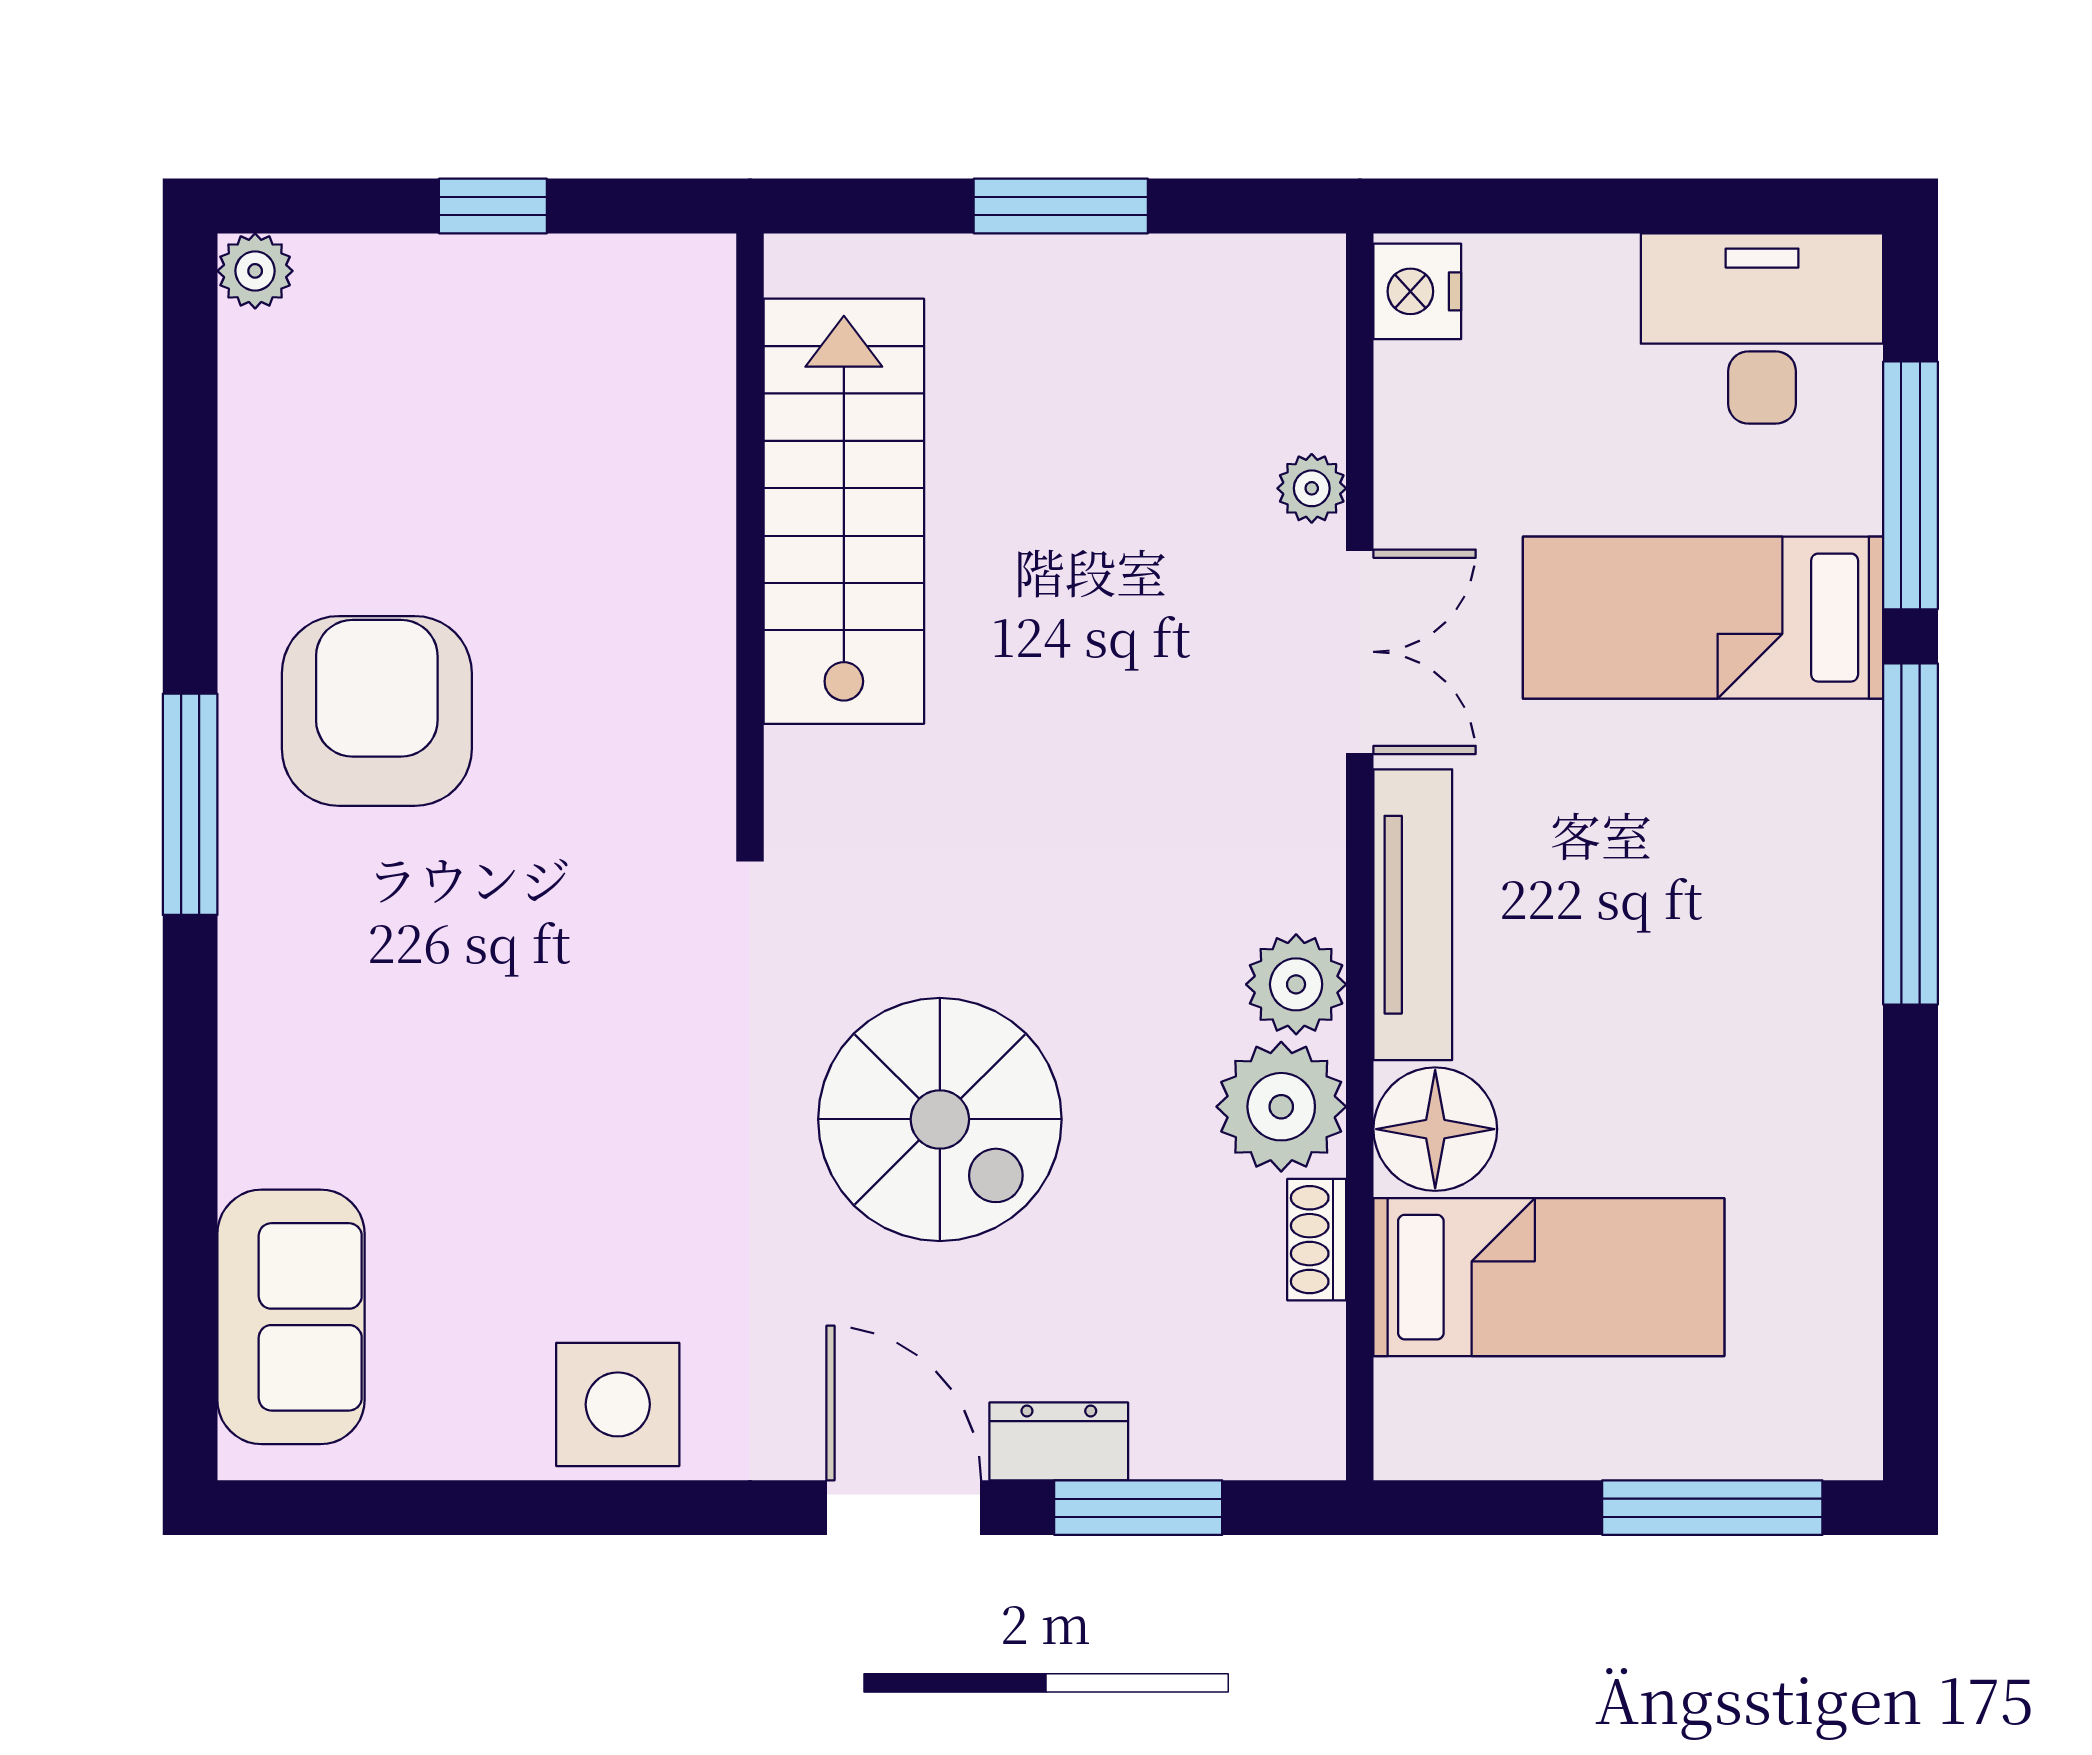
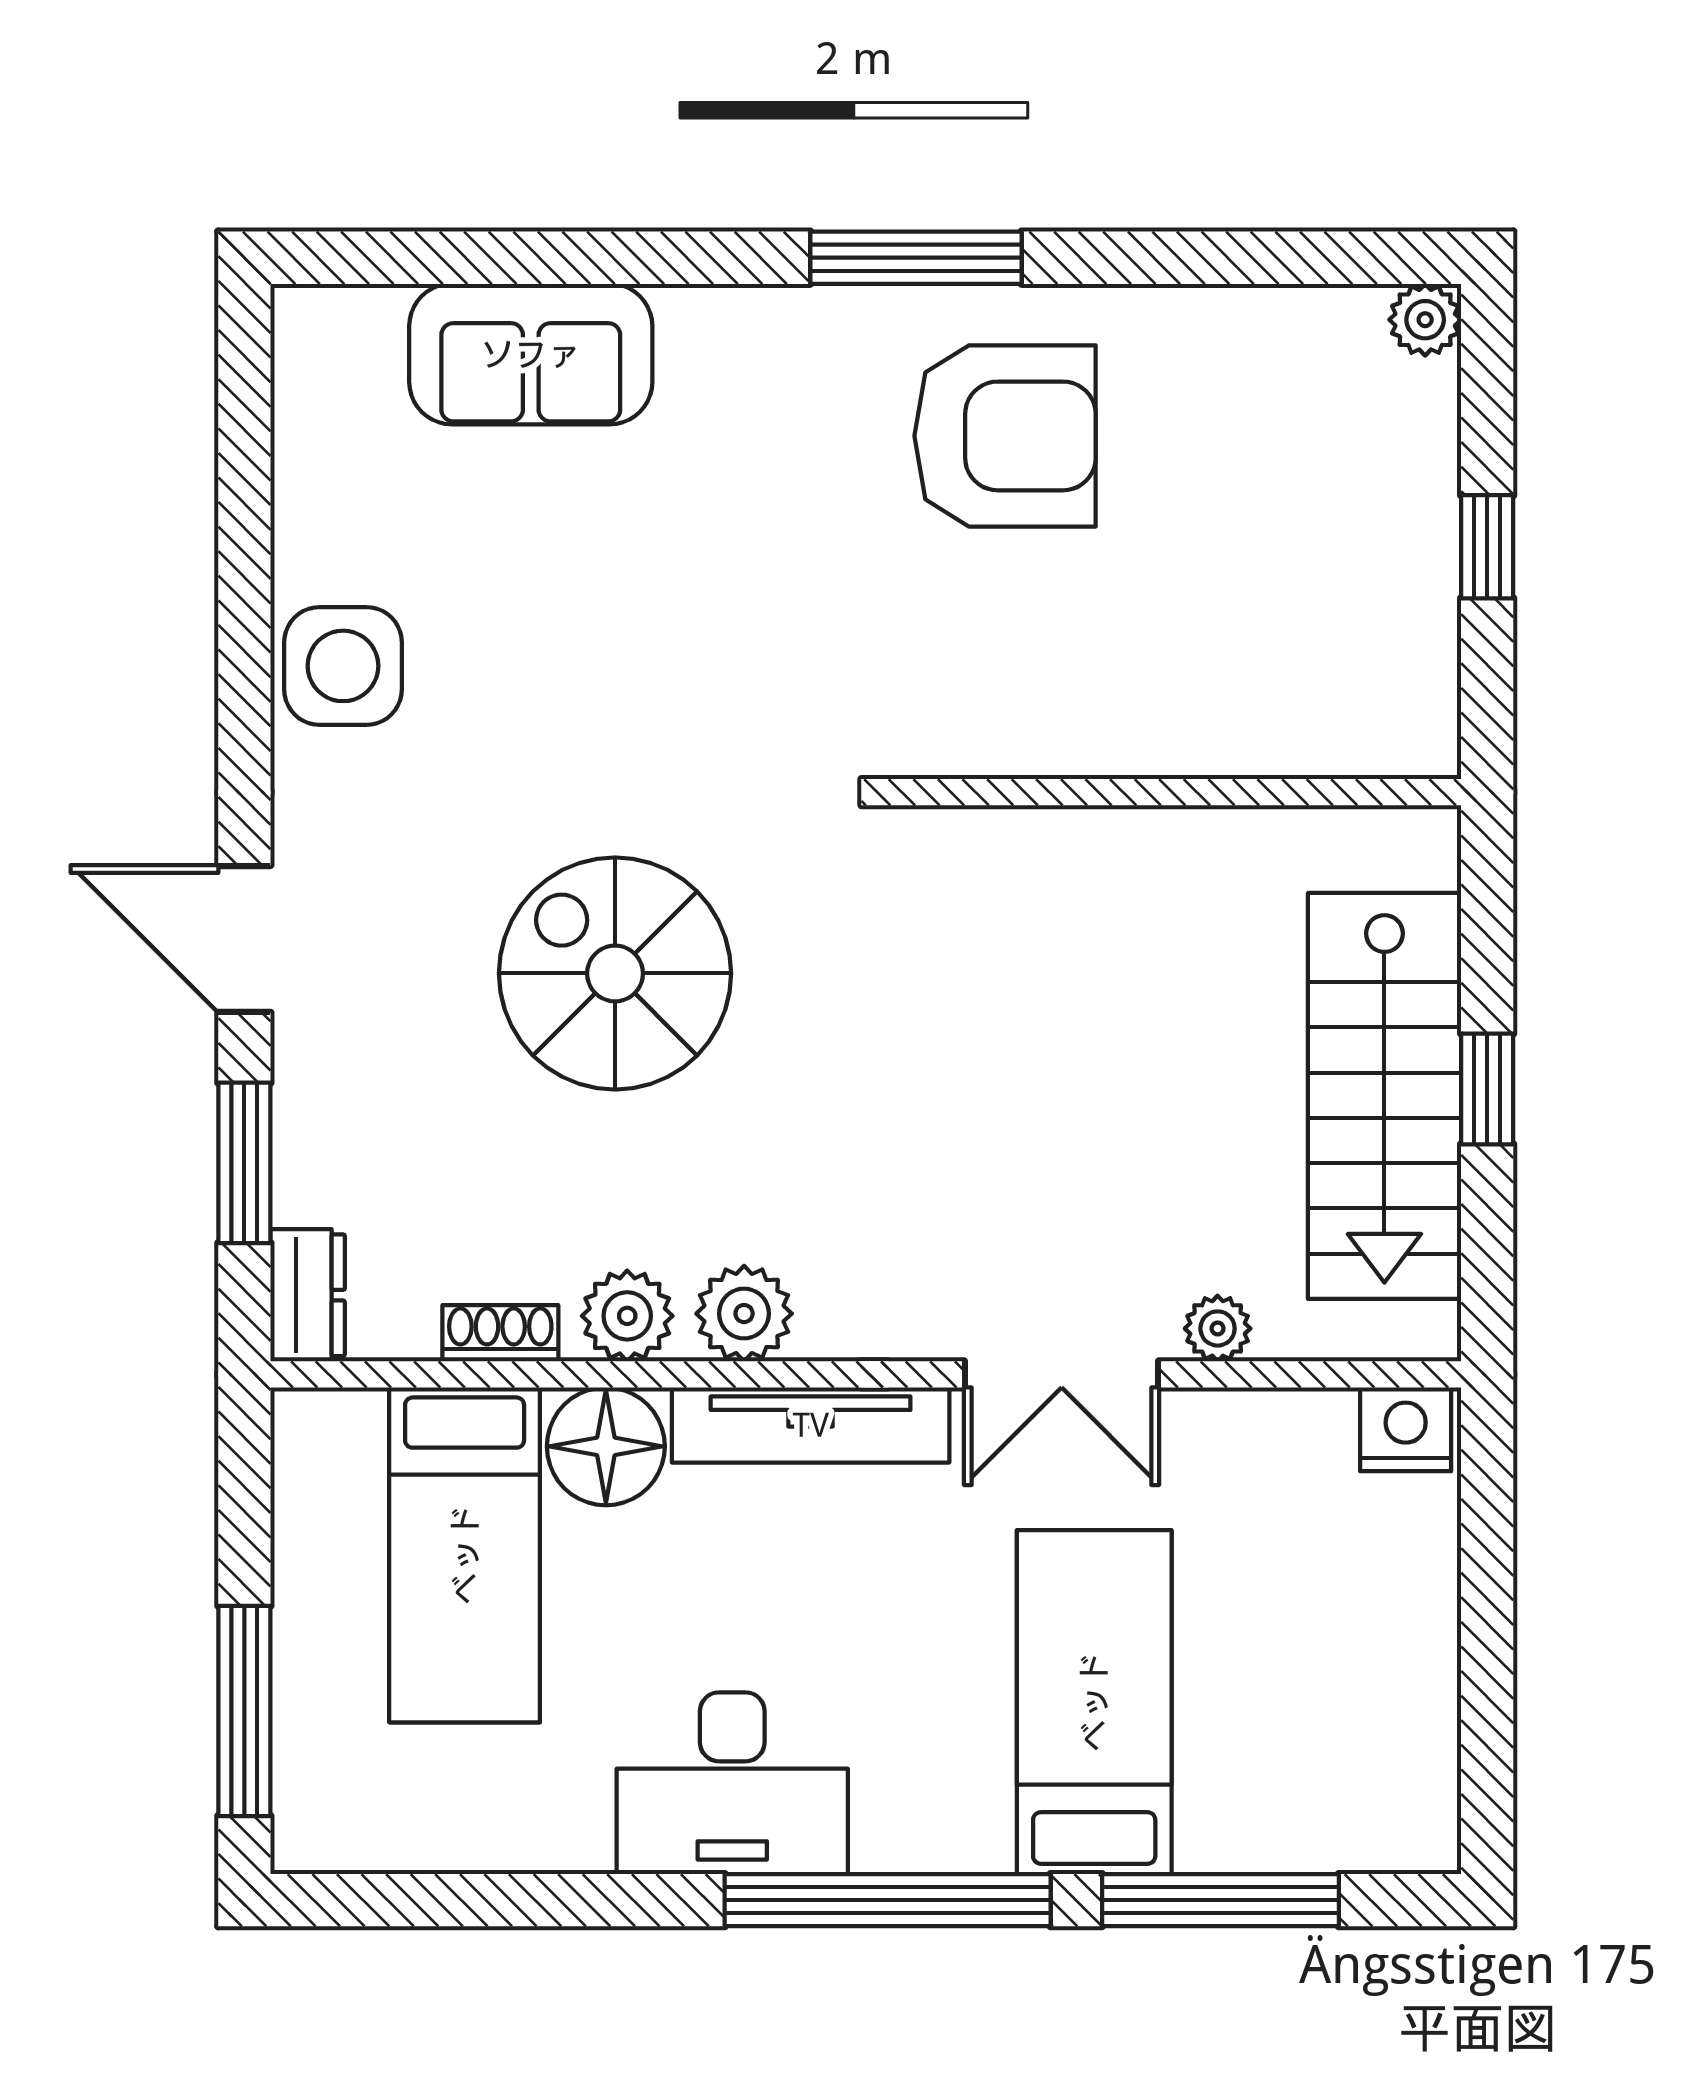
window: (1061, 206) -> (1487, 1089), width x0.67
desk: (1762, 329) -> (732, 1783), moved, turned 90
stairs: (844, 511) -> (1384, 1096), moved, turned 90
plant: (1281, 1107) -> (627, 1316), width x0.73, depth x0.73
spiral stairs: (940, 1119) -> (615, 973), turned 90
sofa: (291, 1317) -> (531, 354), moved
dresser: (1059, 1441) -> (308, 1295), moved
door: (904, 1508) -> (244, 939), swing flipped

